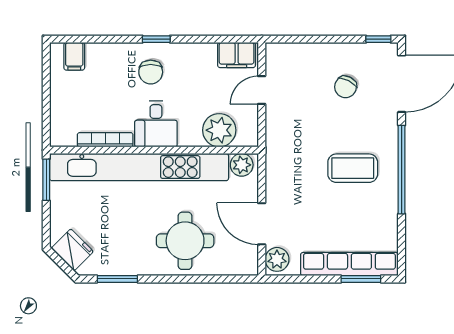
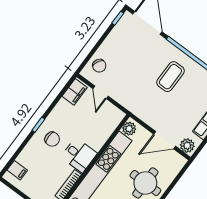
chair: (346, 87) -> (99, 66), moved
plant: (219, 130) -> (105, 127), removed

